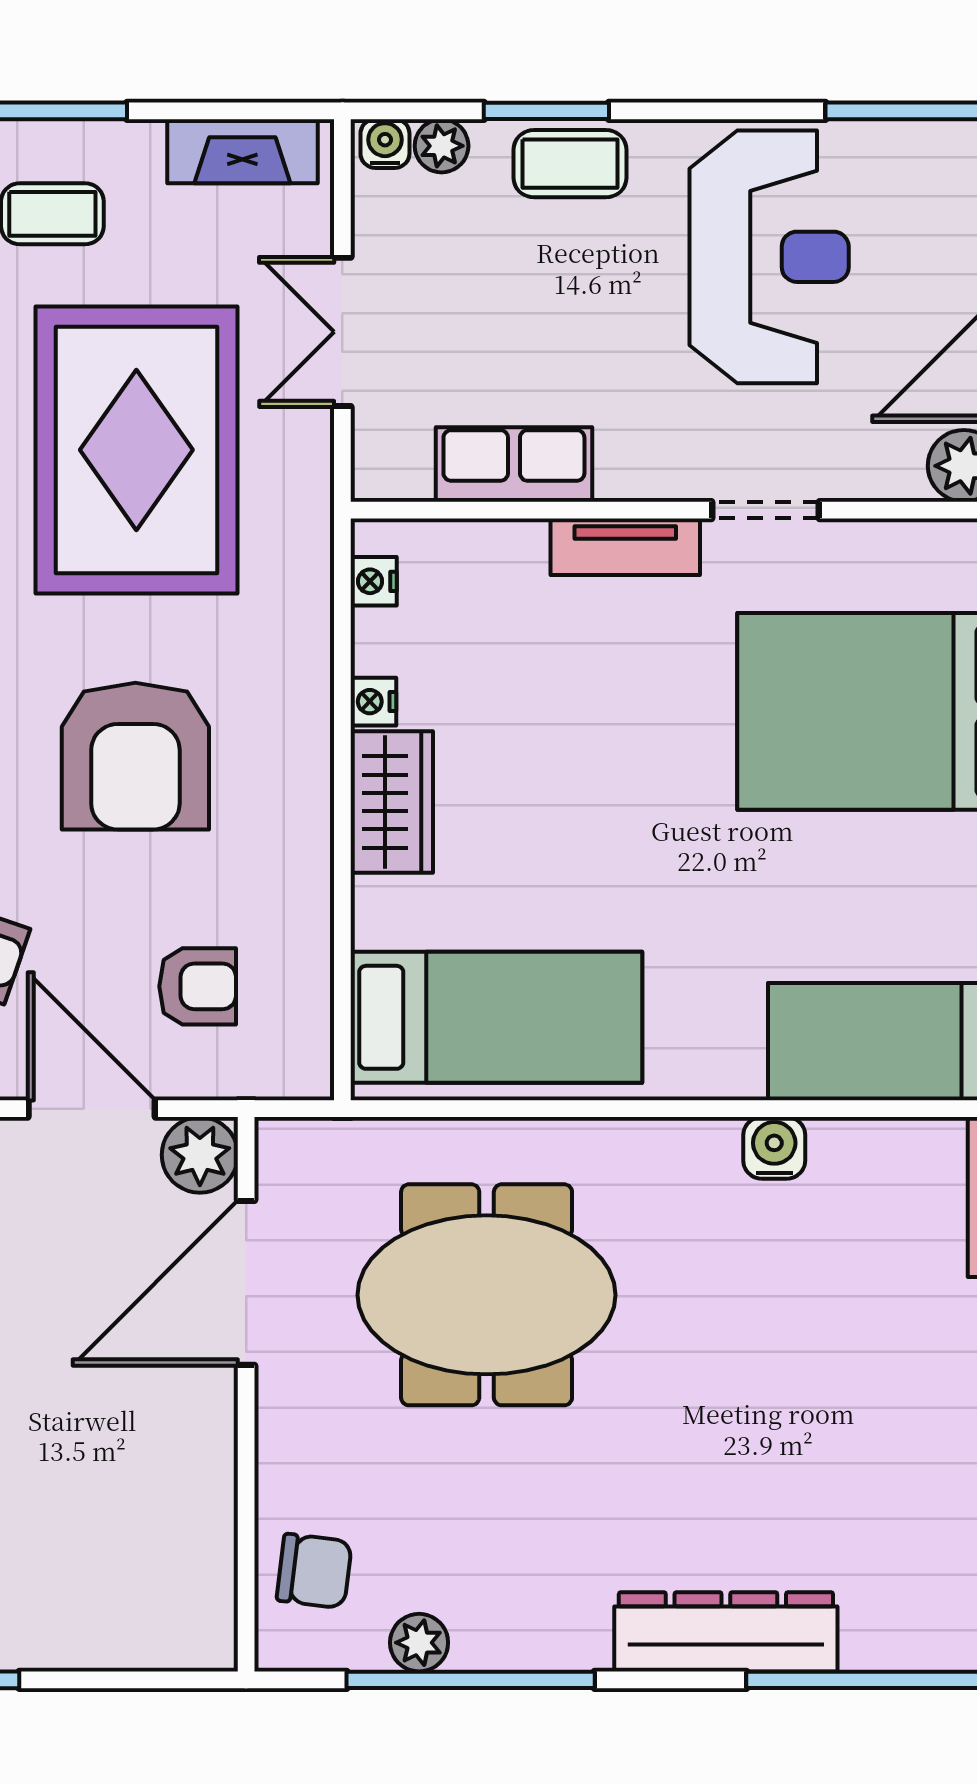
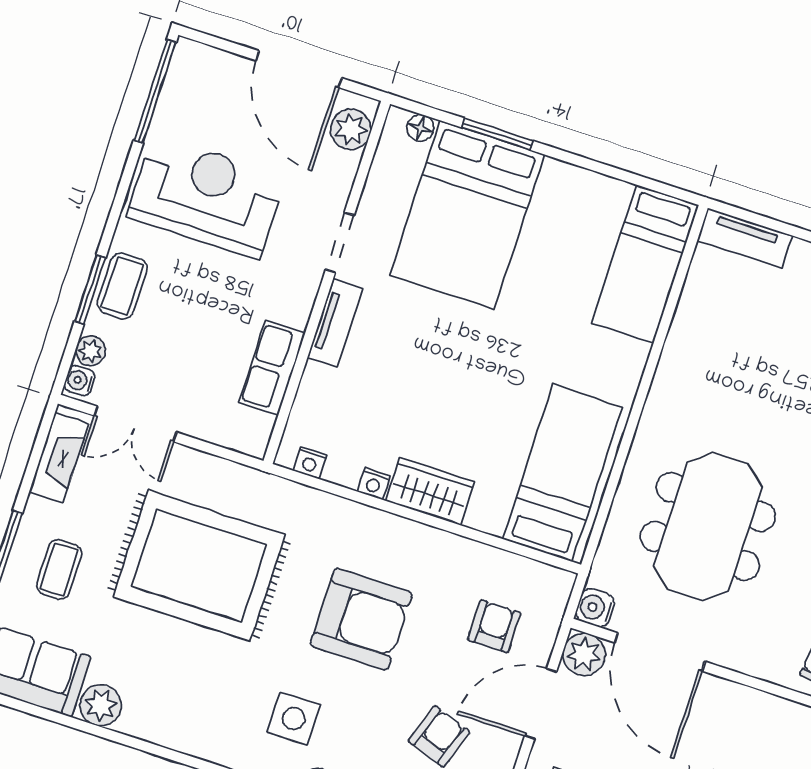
double door: (342, 332) -> (135, 424), moved
water cooler: (774, 1148) -> (595, 608), moved

